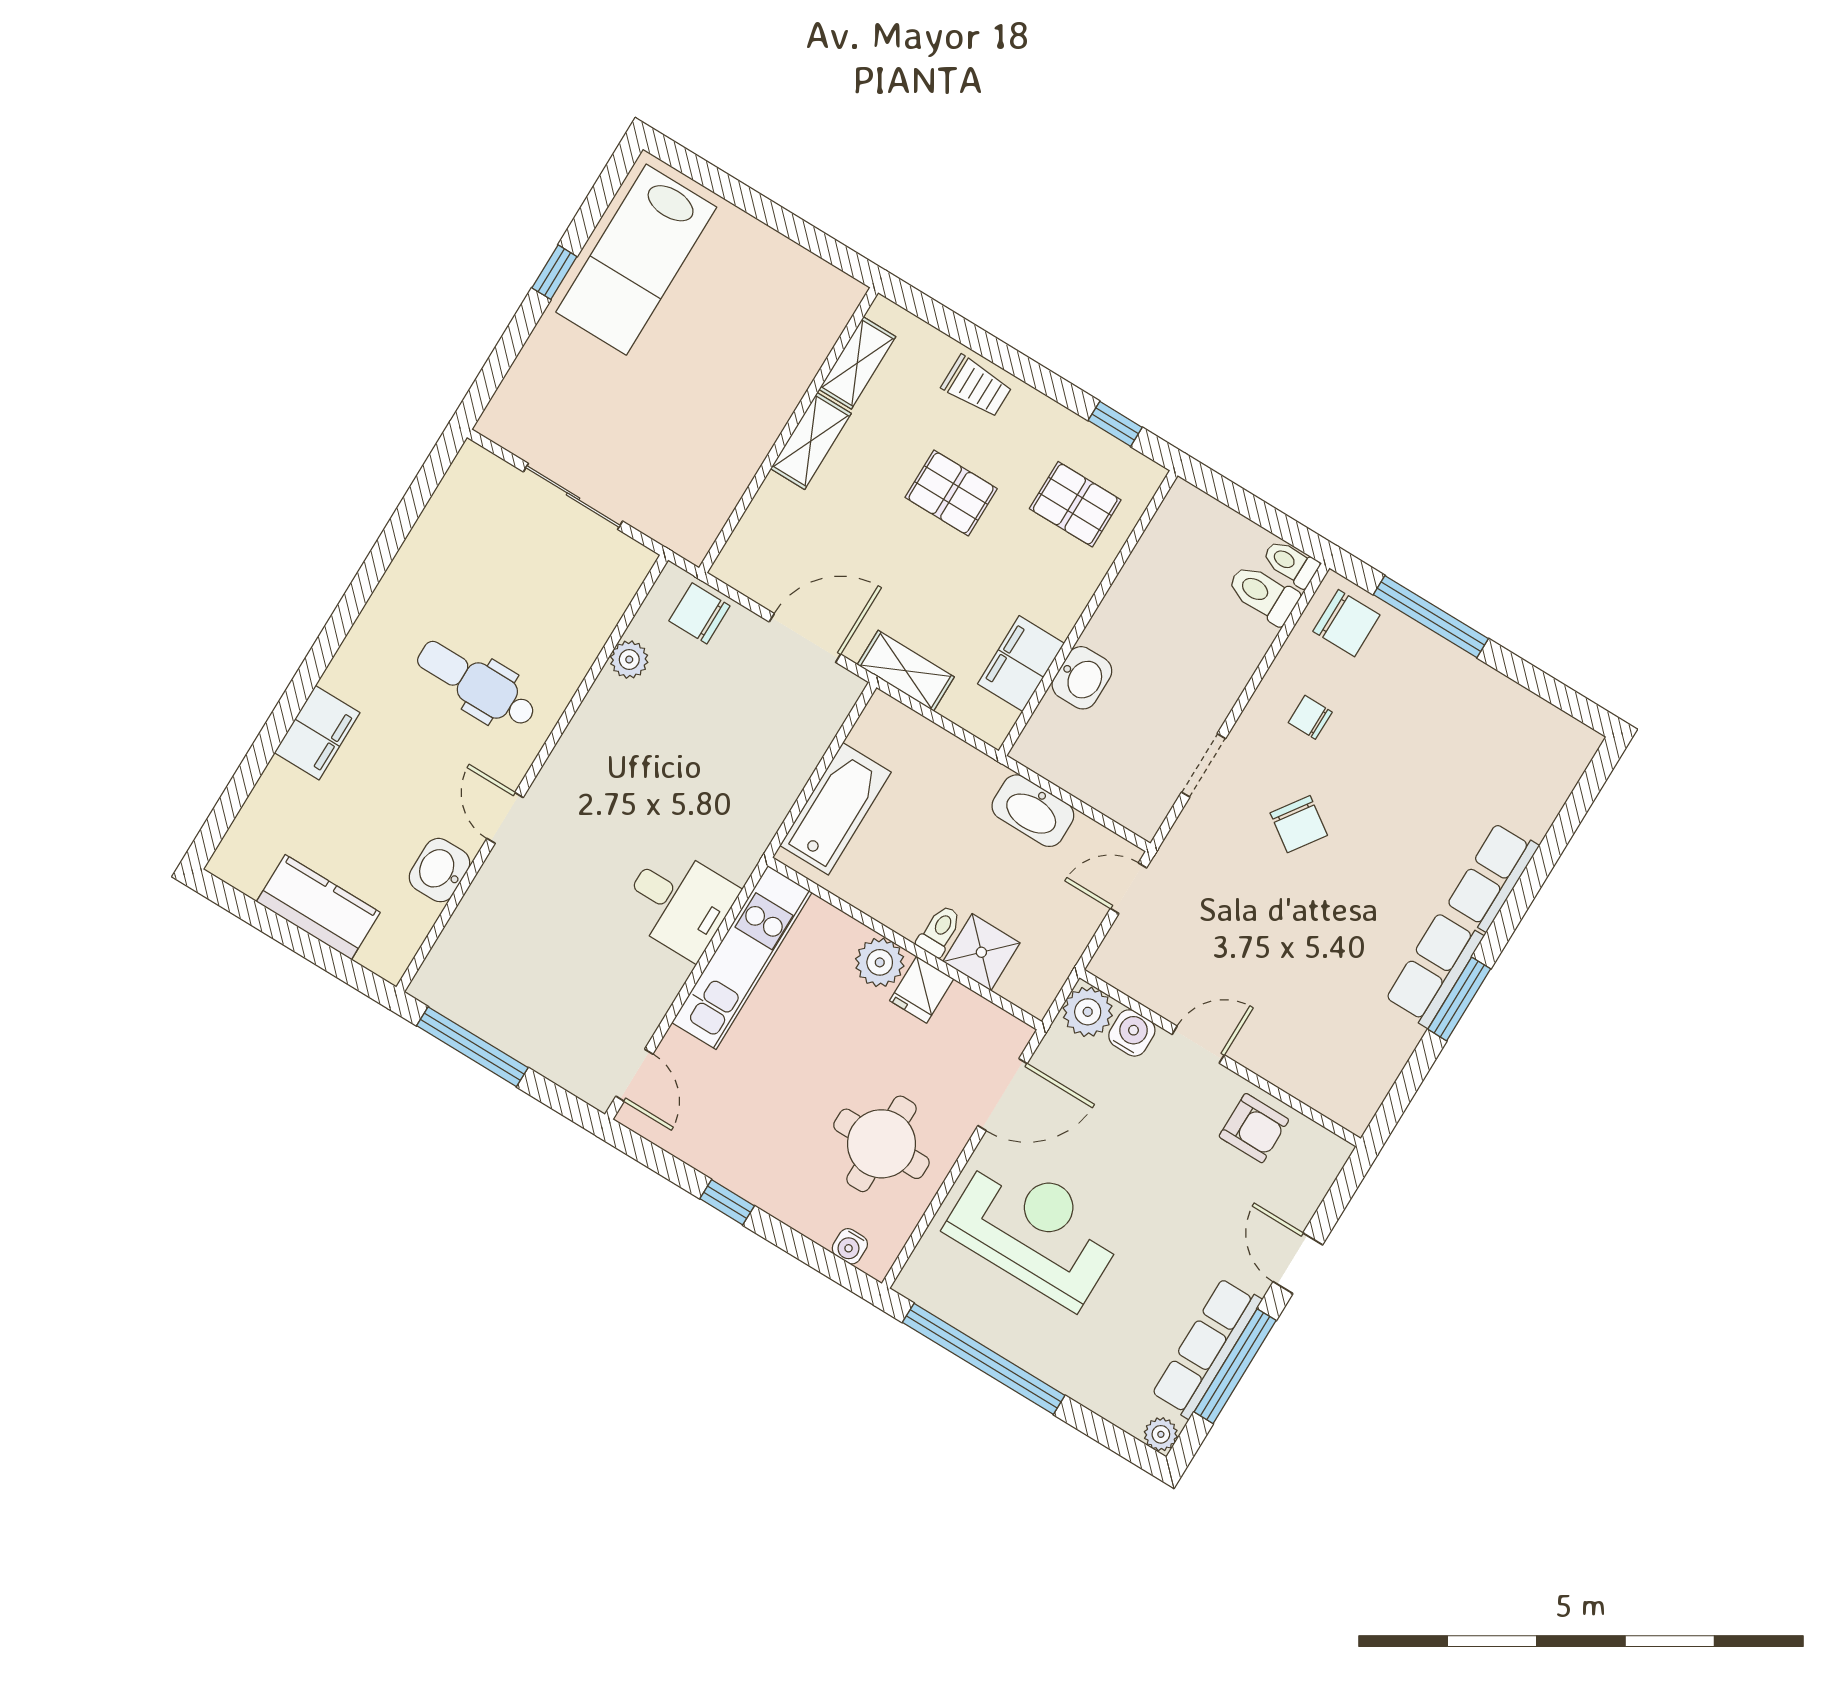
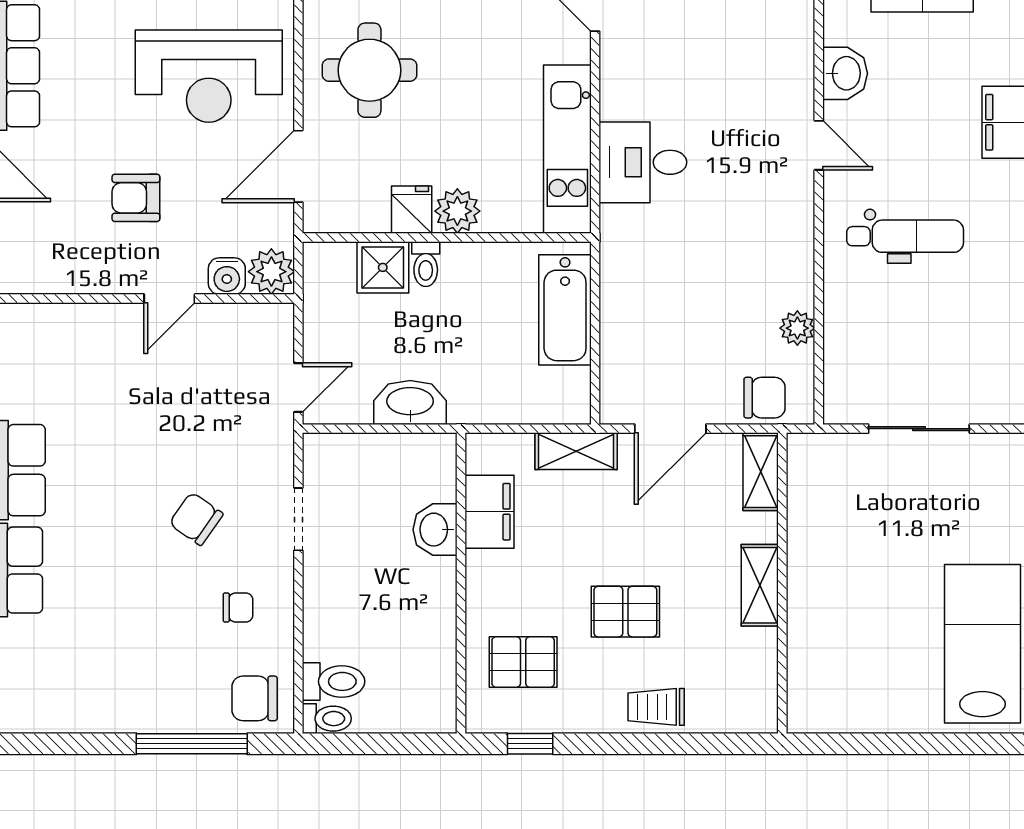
shelving: (857, 363) -> (761, 472), moved
armchair: (1254, 1128) -> (136, 198), moved

